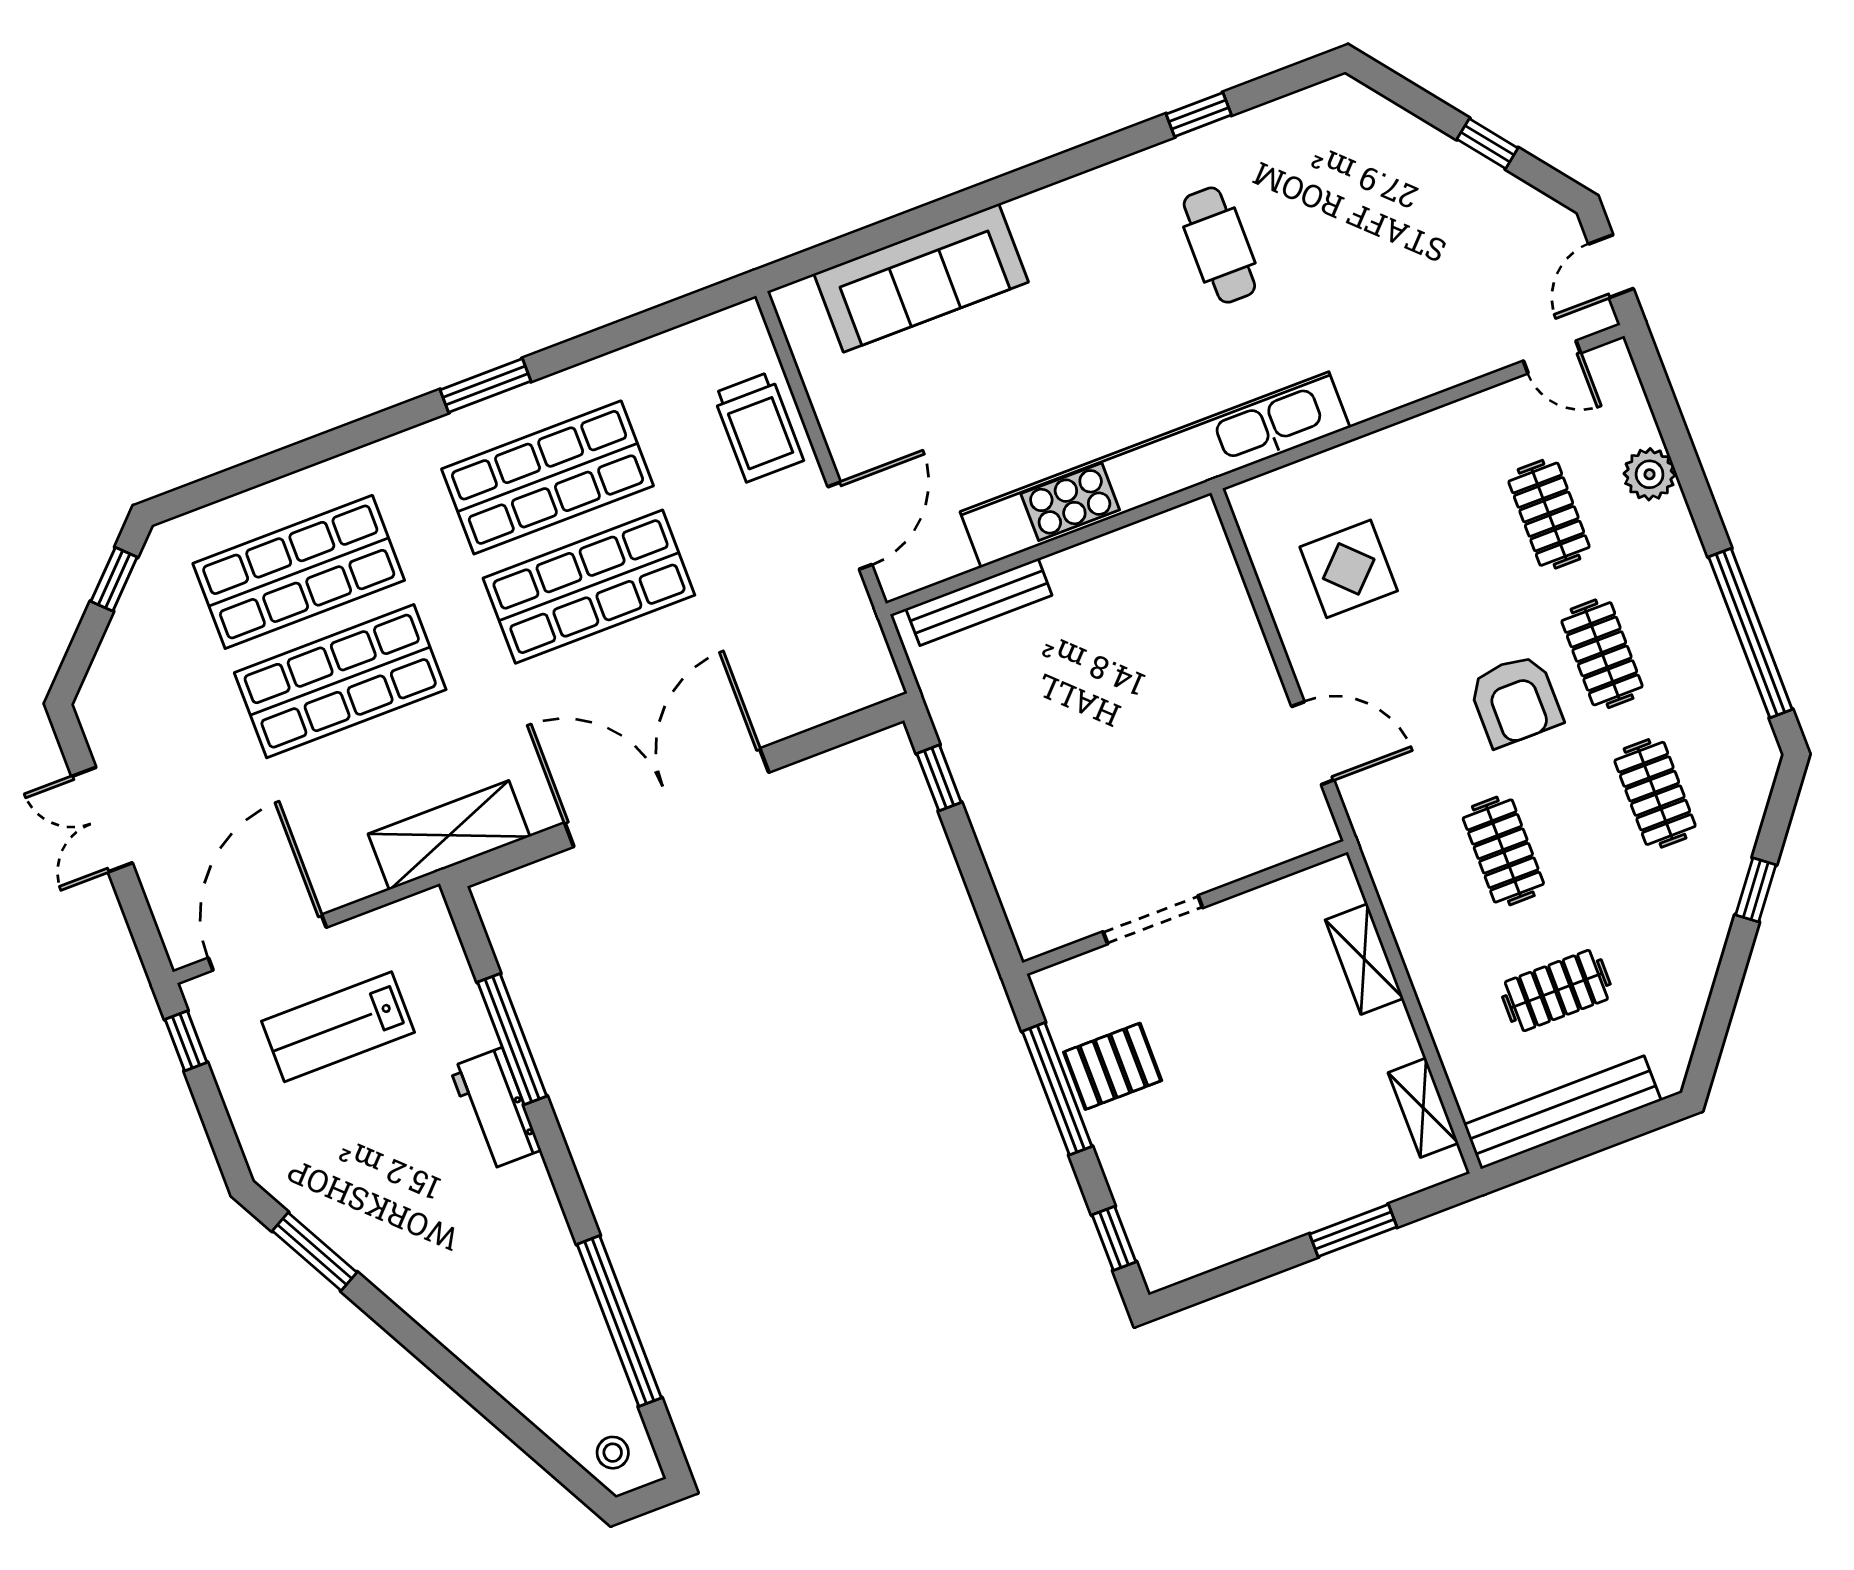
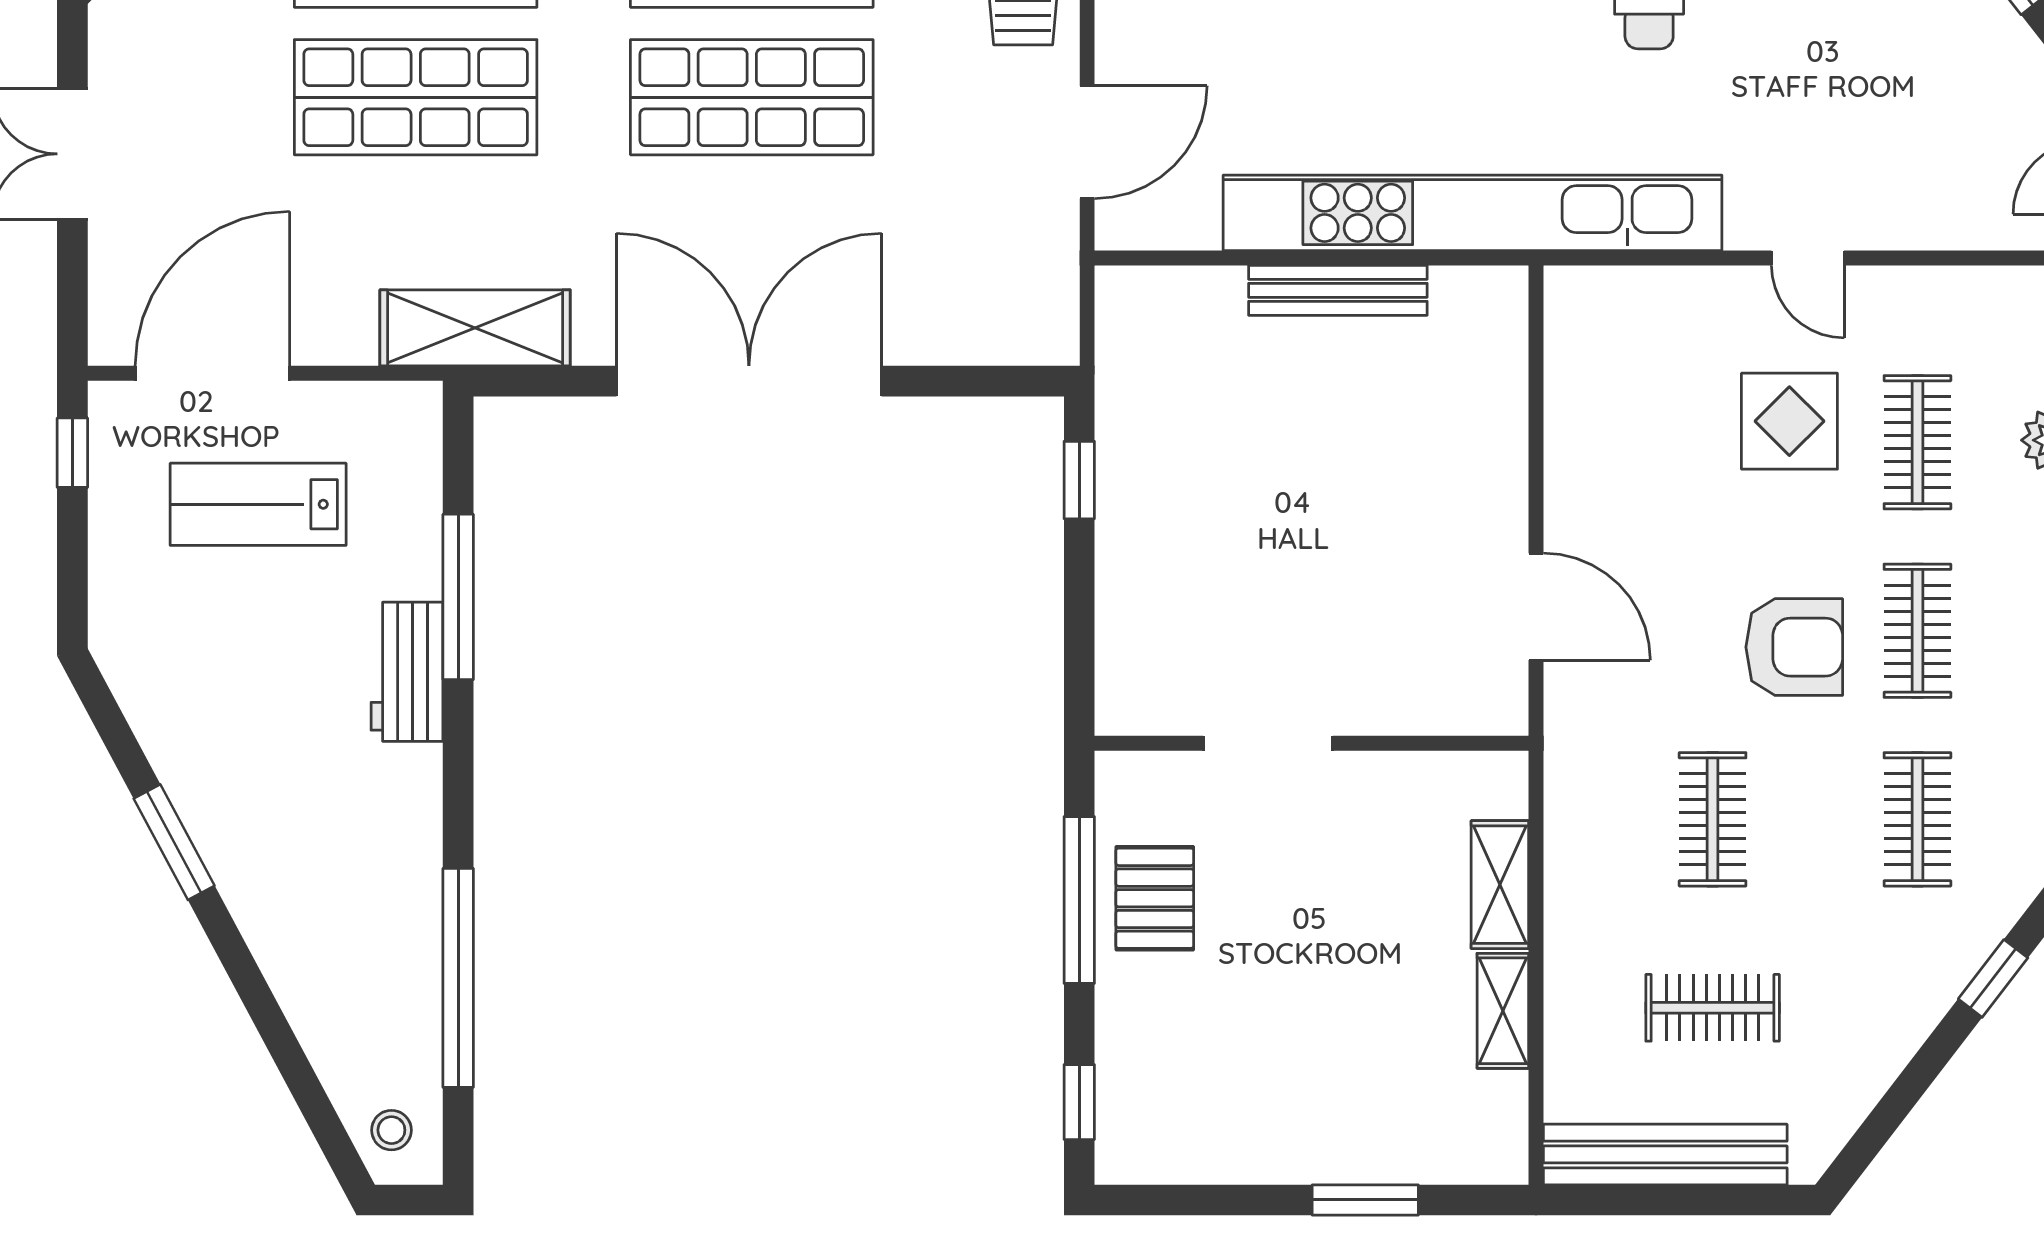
door: (1552, 357) -> (1808, 258), moved
display table: (1349, 569) -> (1789, 421), moved
bench: (979, 602) -> (1338, 290), moved
armchair: (1515, 701) -> (1794, 647), turned -90
pallet: (1113, 1066) -> (1155, 898), turned 90
shelving: (1423, 1108) -> (1503, 1011), moved
window: (315, 1252) -> (174, 842), moved

